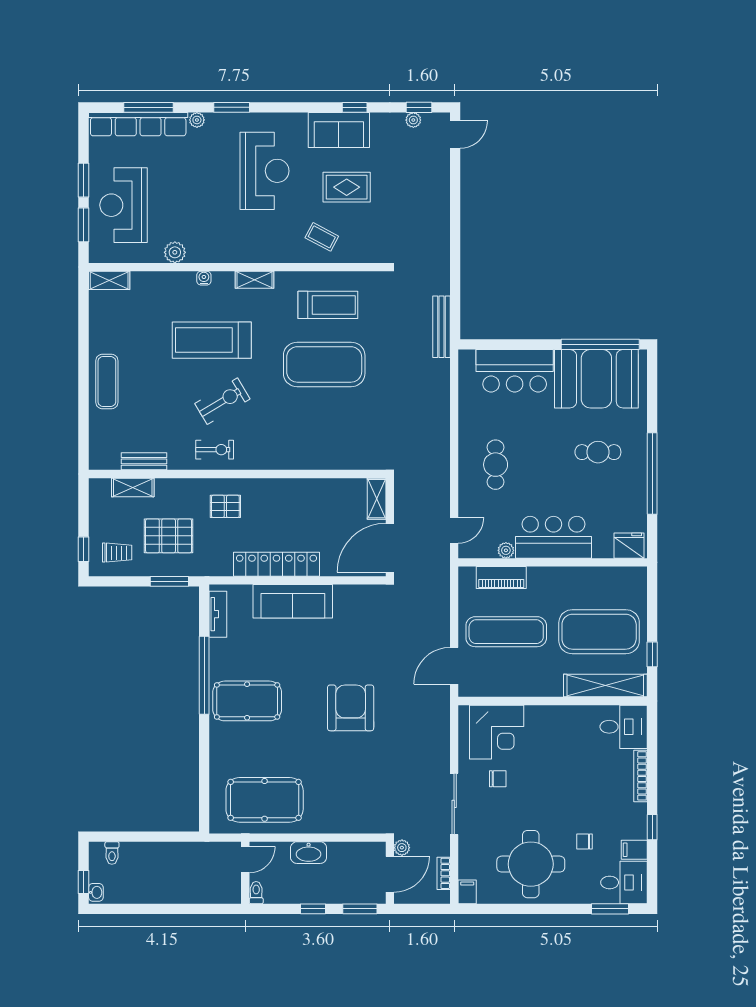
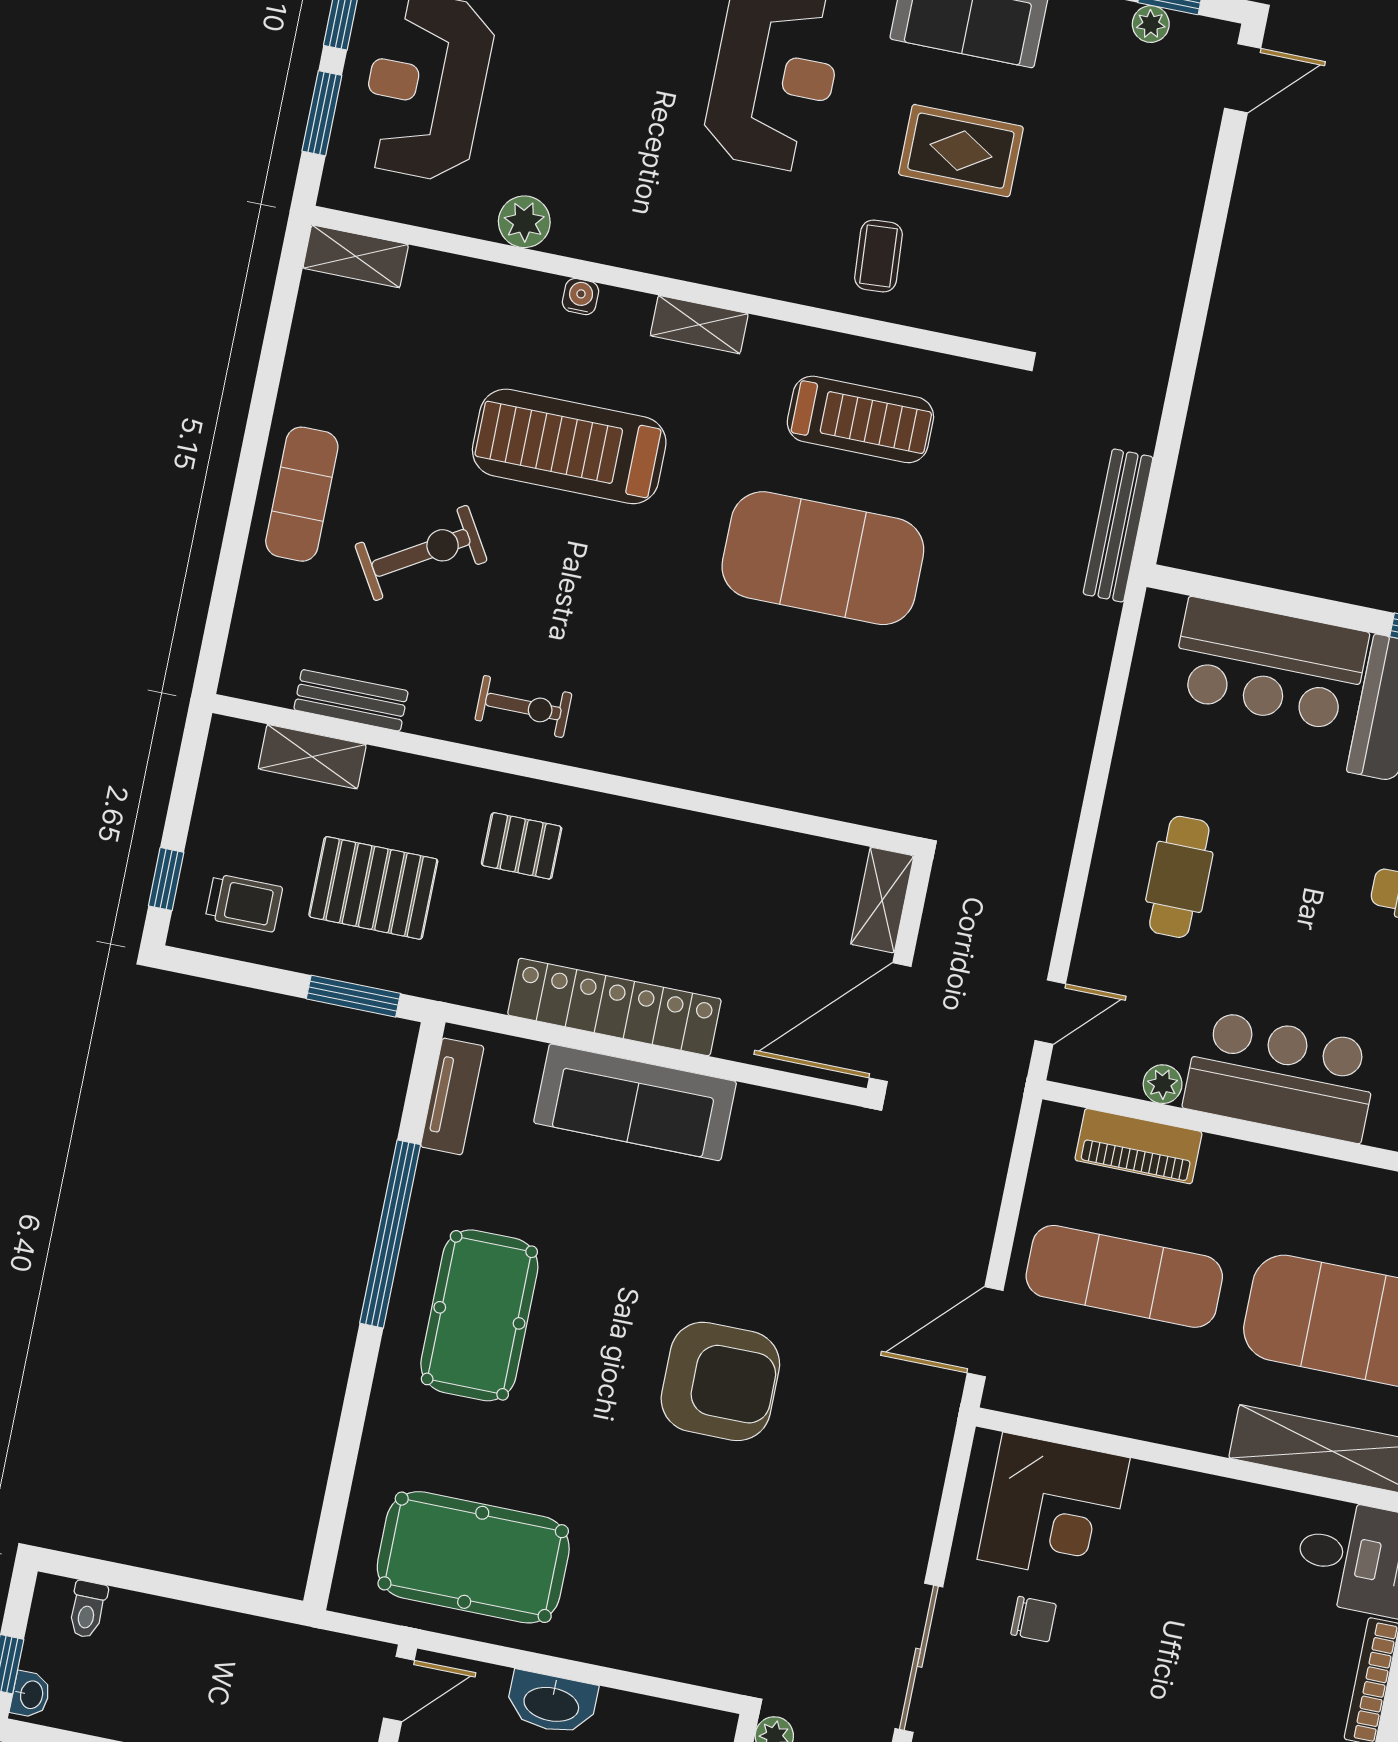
coffee table: (322, 237) -> (878, 256), turned 58
exercise bike: (222, 401) -> (421, 553), moved
pool table: (247, 701) -> (479, 1315), turned 90
armchair: (351, 708) -> (720, 1381), turned 90

